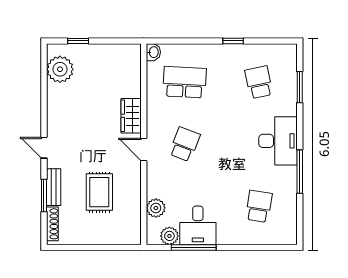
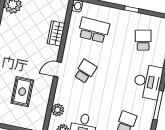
wardrobe: (131, 116) -> (56, 33), moved
door: (144, 149) -> (58, 69), hinge flipped

